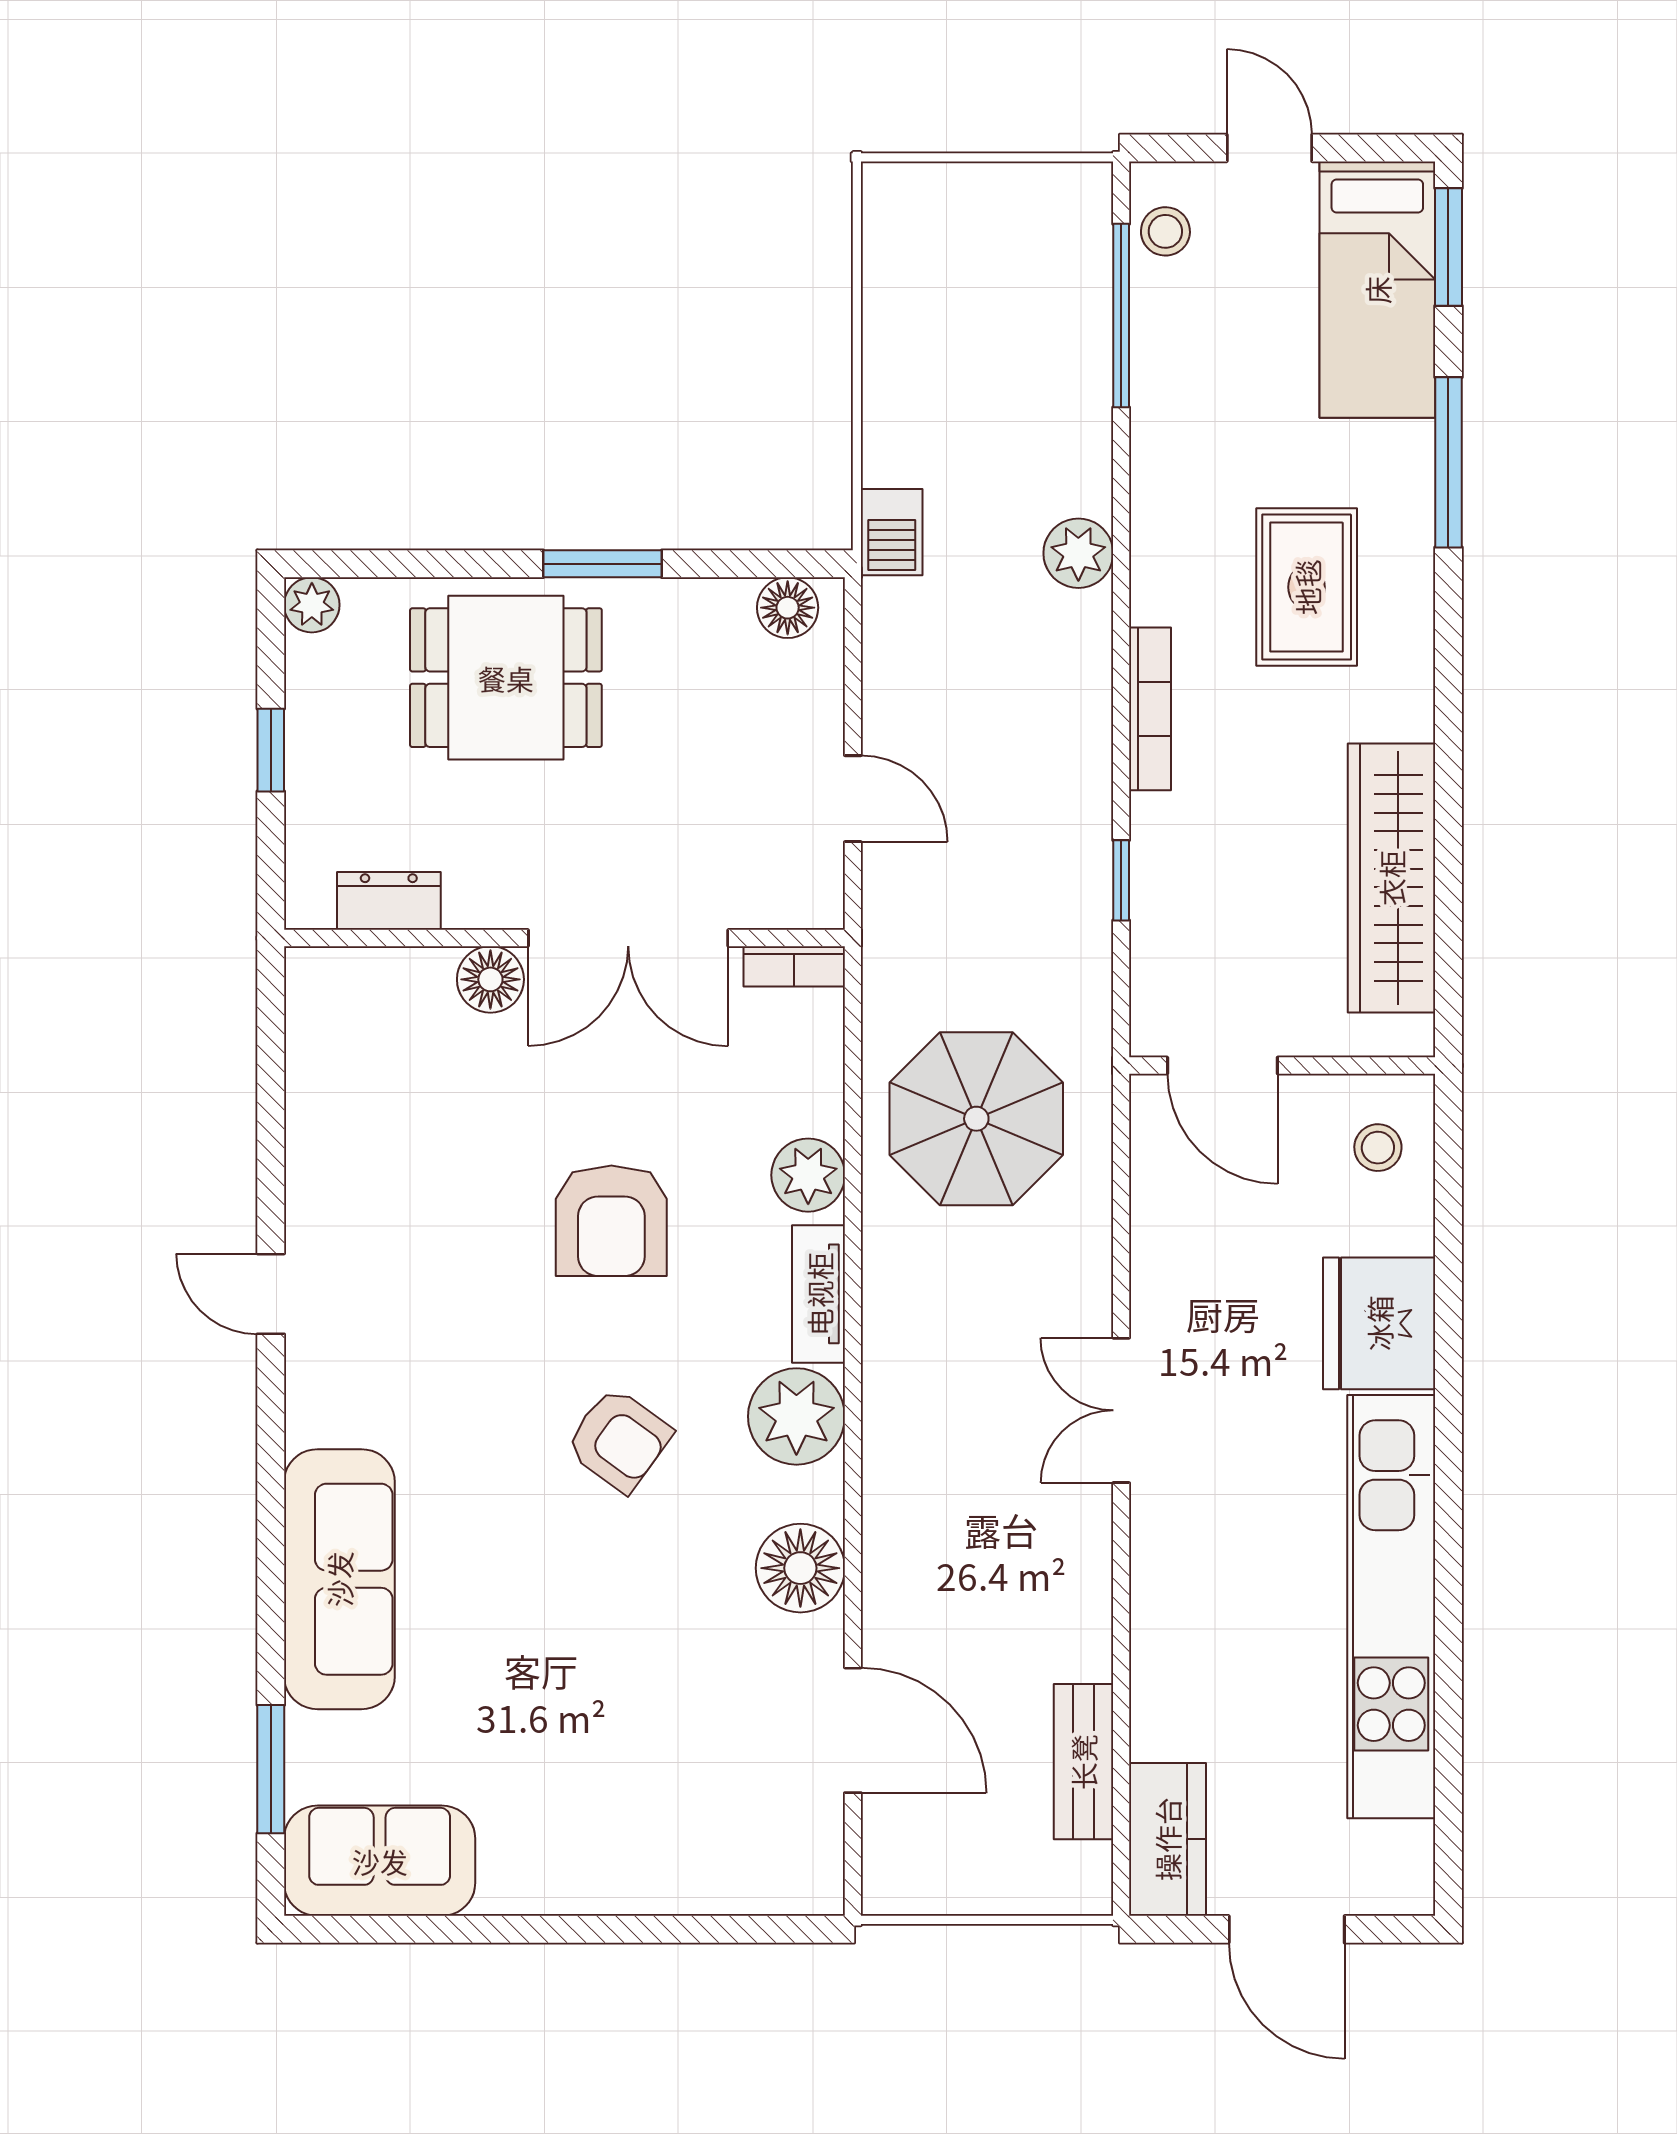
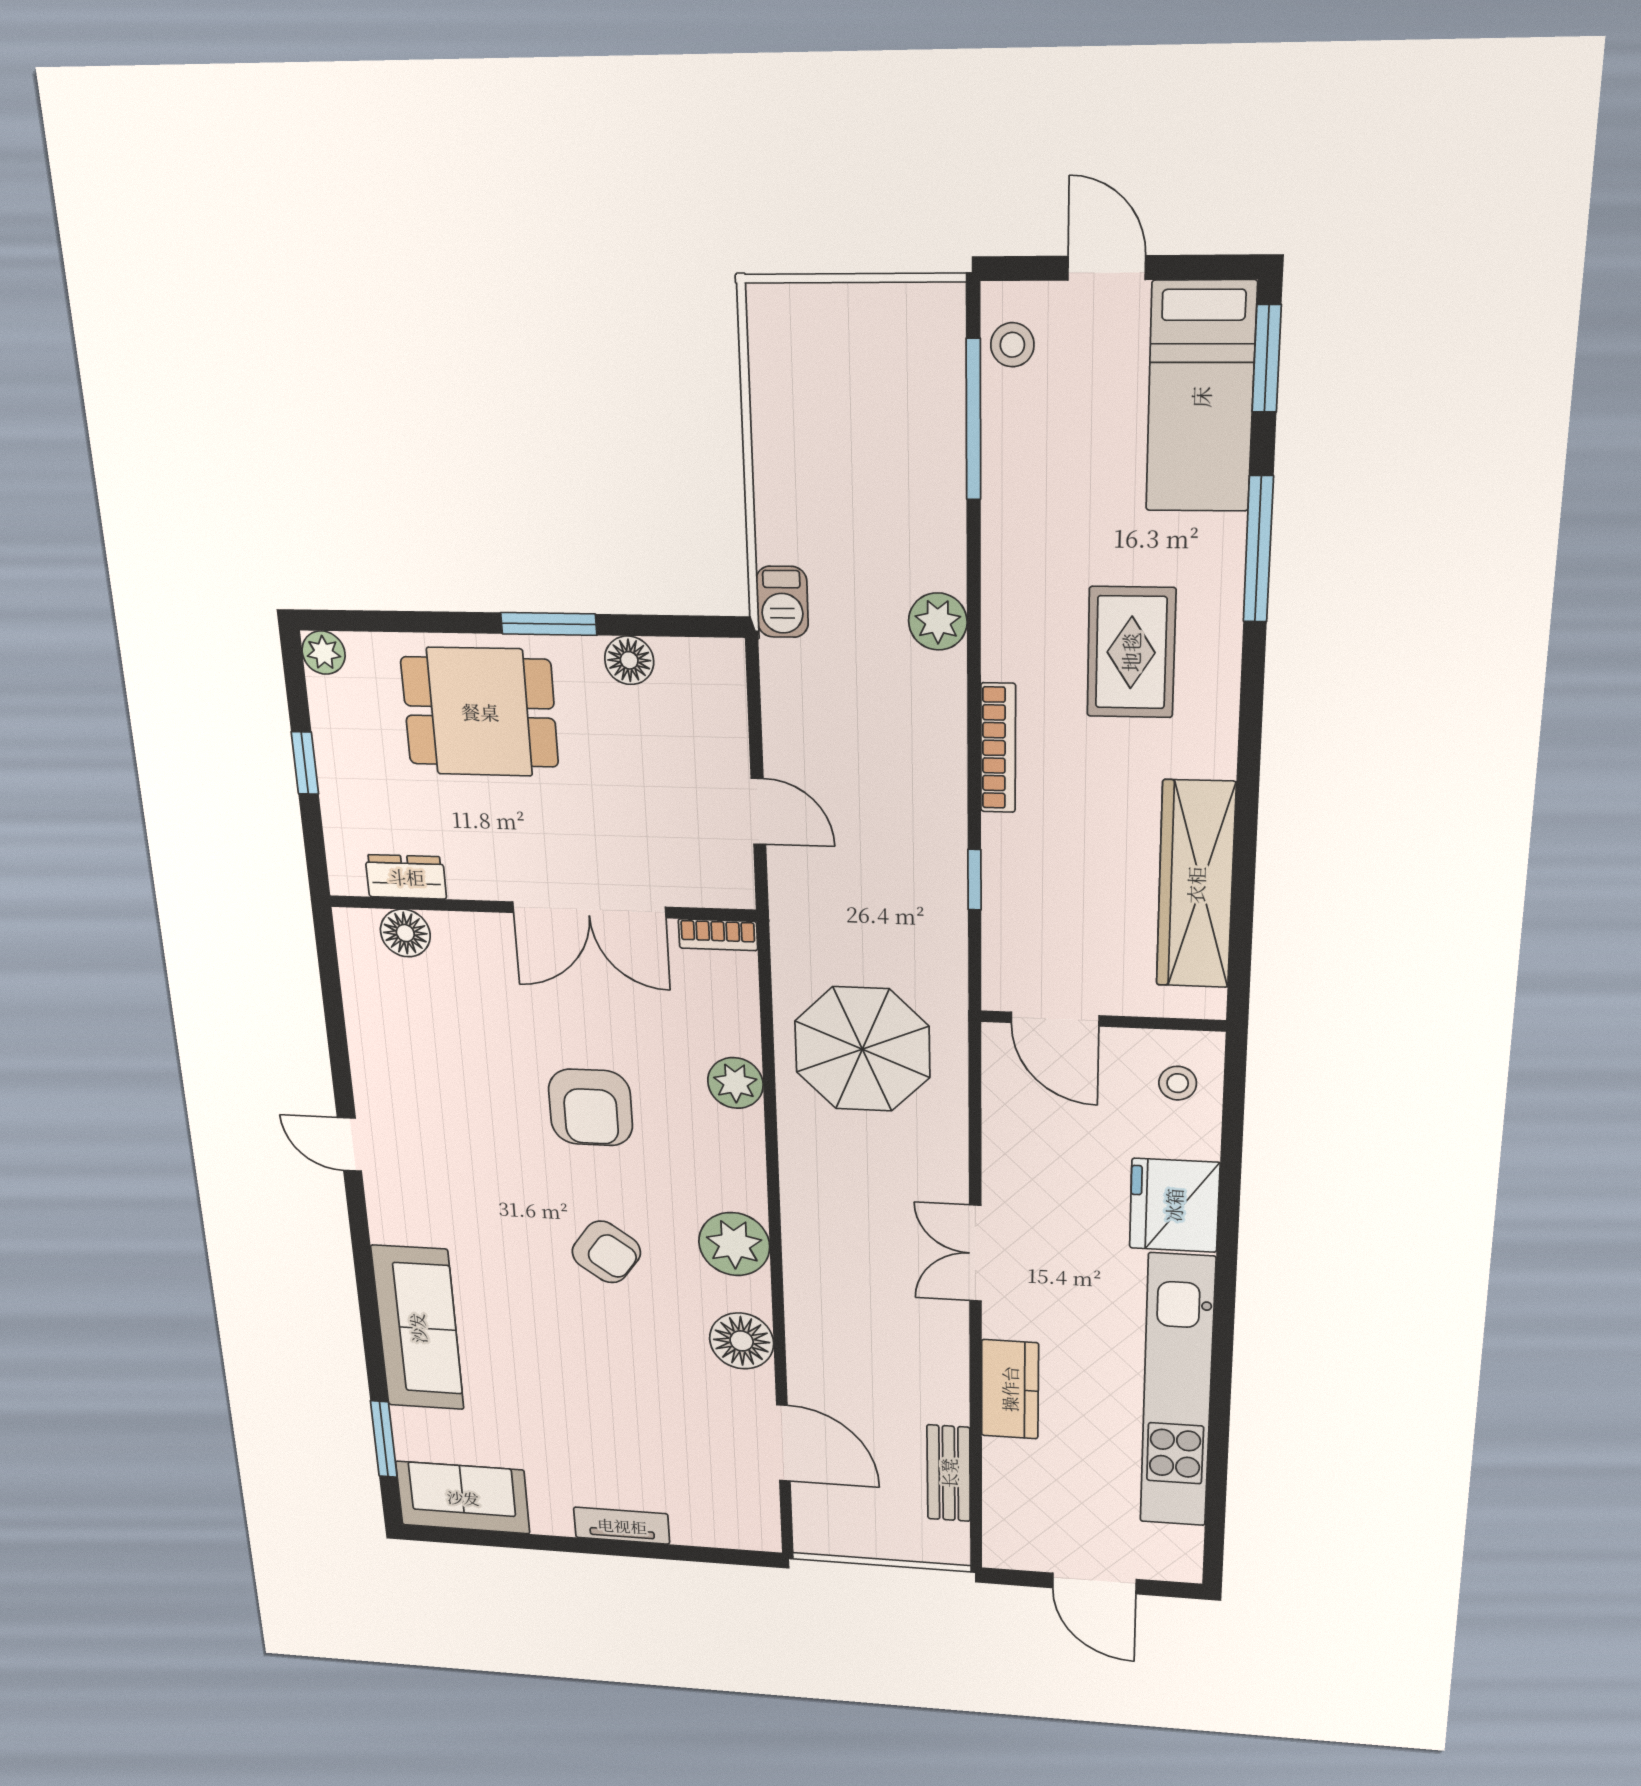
floor lamp: (788, 608) -> (629, 660), moved
floor lamp: (490, 979) -> (405, 933), moved
tv unit: (819, 1294) -> (622, 1526), moved, turned 90
kitchen counter: (1167, 1839) -> (1010, 1389), moved

